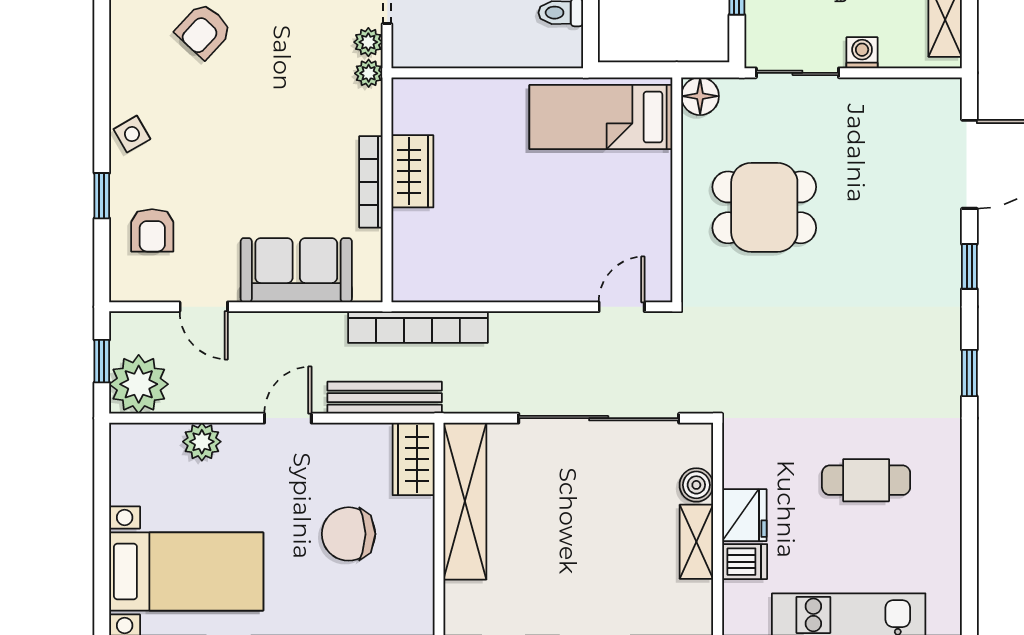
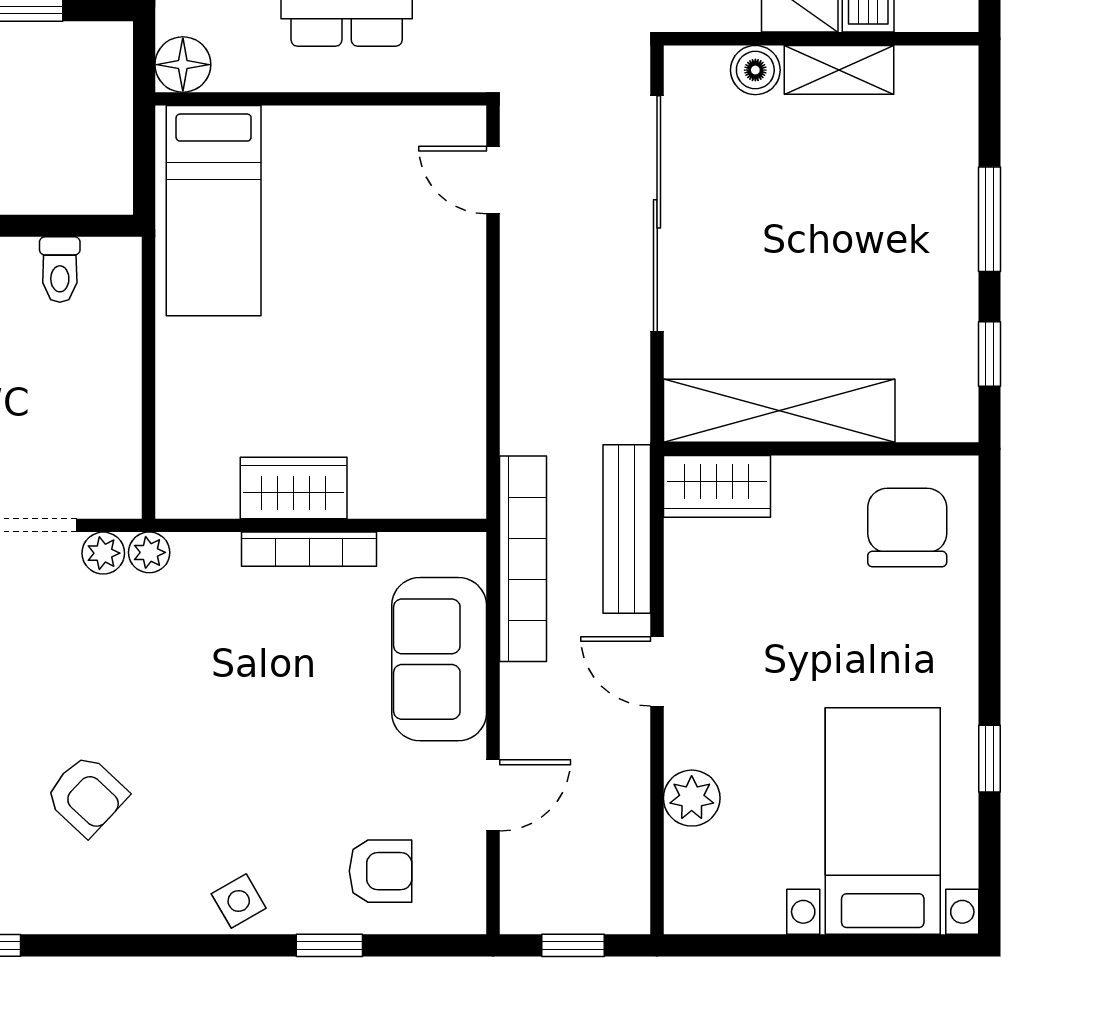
bookcase: (418, 327) -> (523, 559), moved
plant: (139, 384) -> (607, 891), removed
chair: (349, 534) -> (907, 528), moved, turned 180

